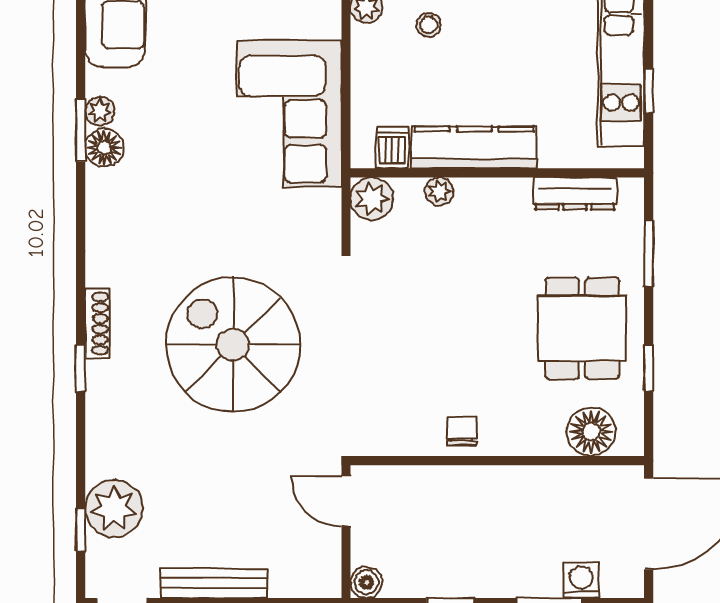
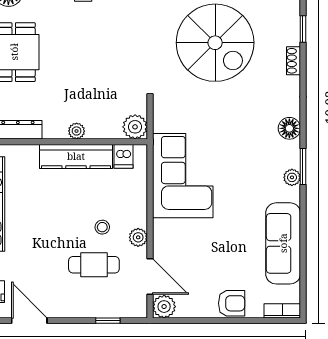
floor lamp: (104, 148) -> (289, 128), moved
plant: (439, 192) -> (77, 131), moved
shoe rack: (97, 324) -> (294, 61), width x0.70

